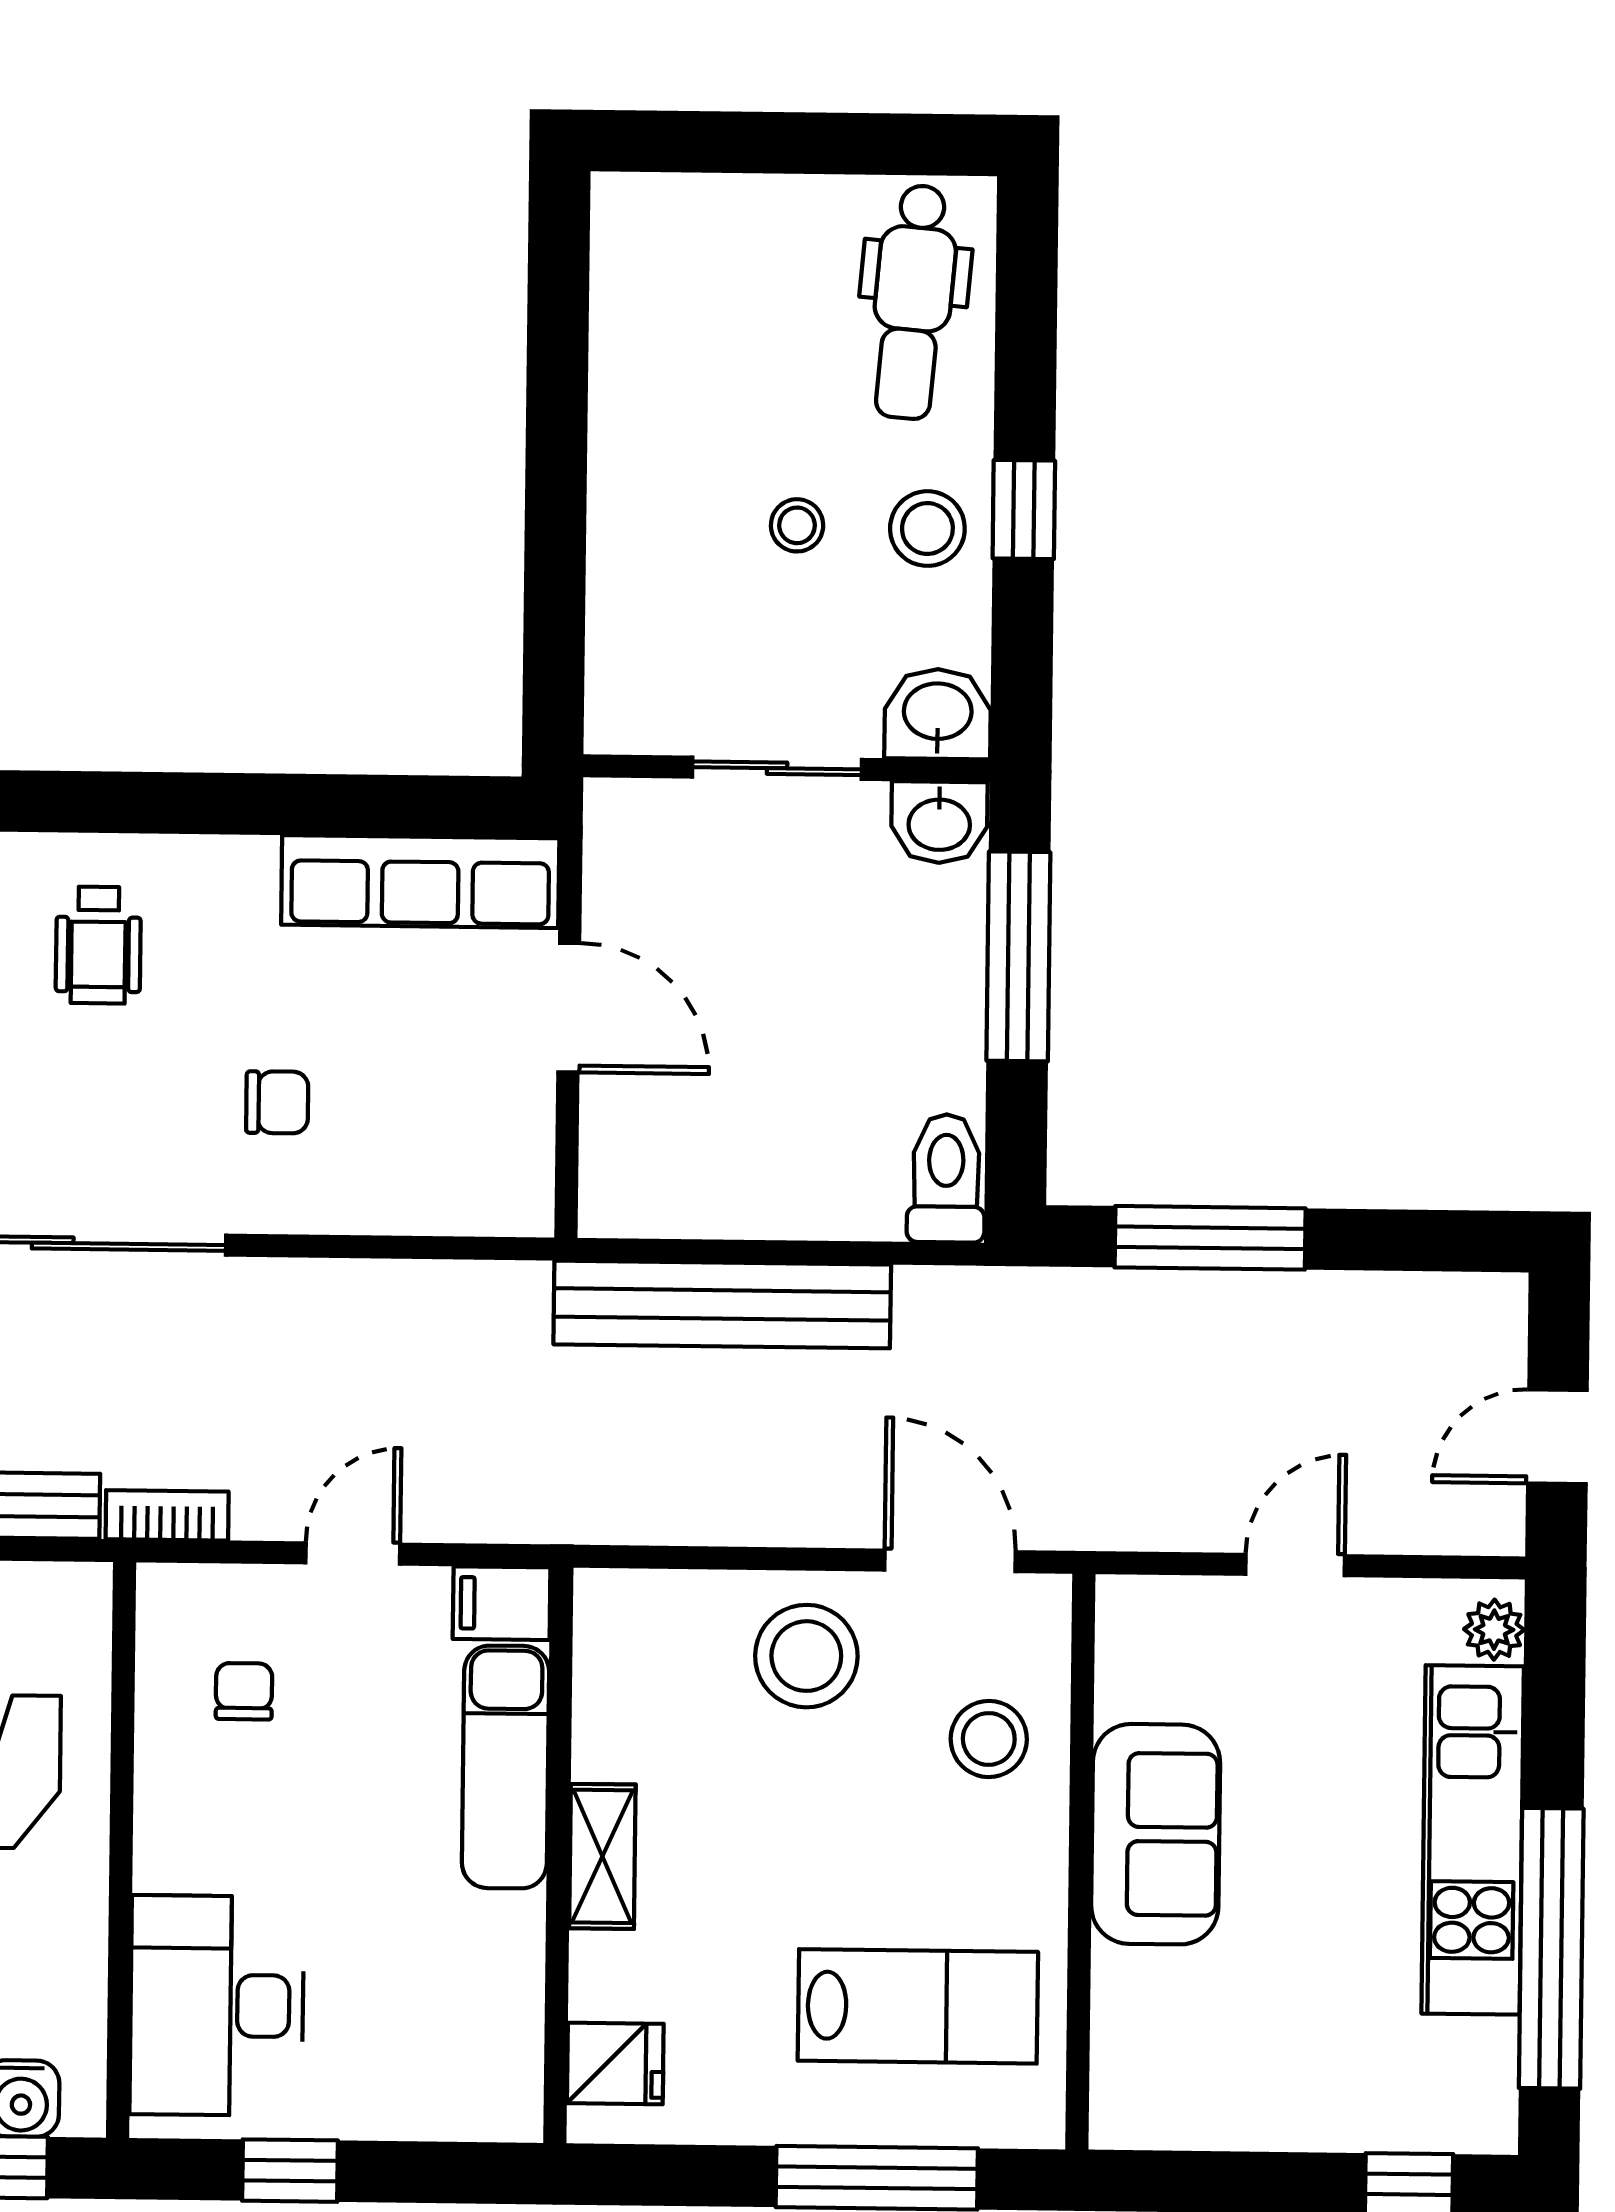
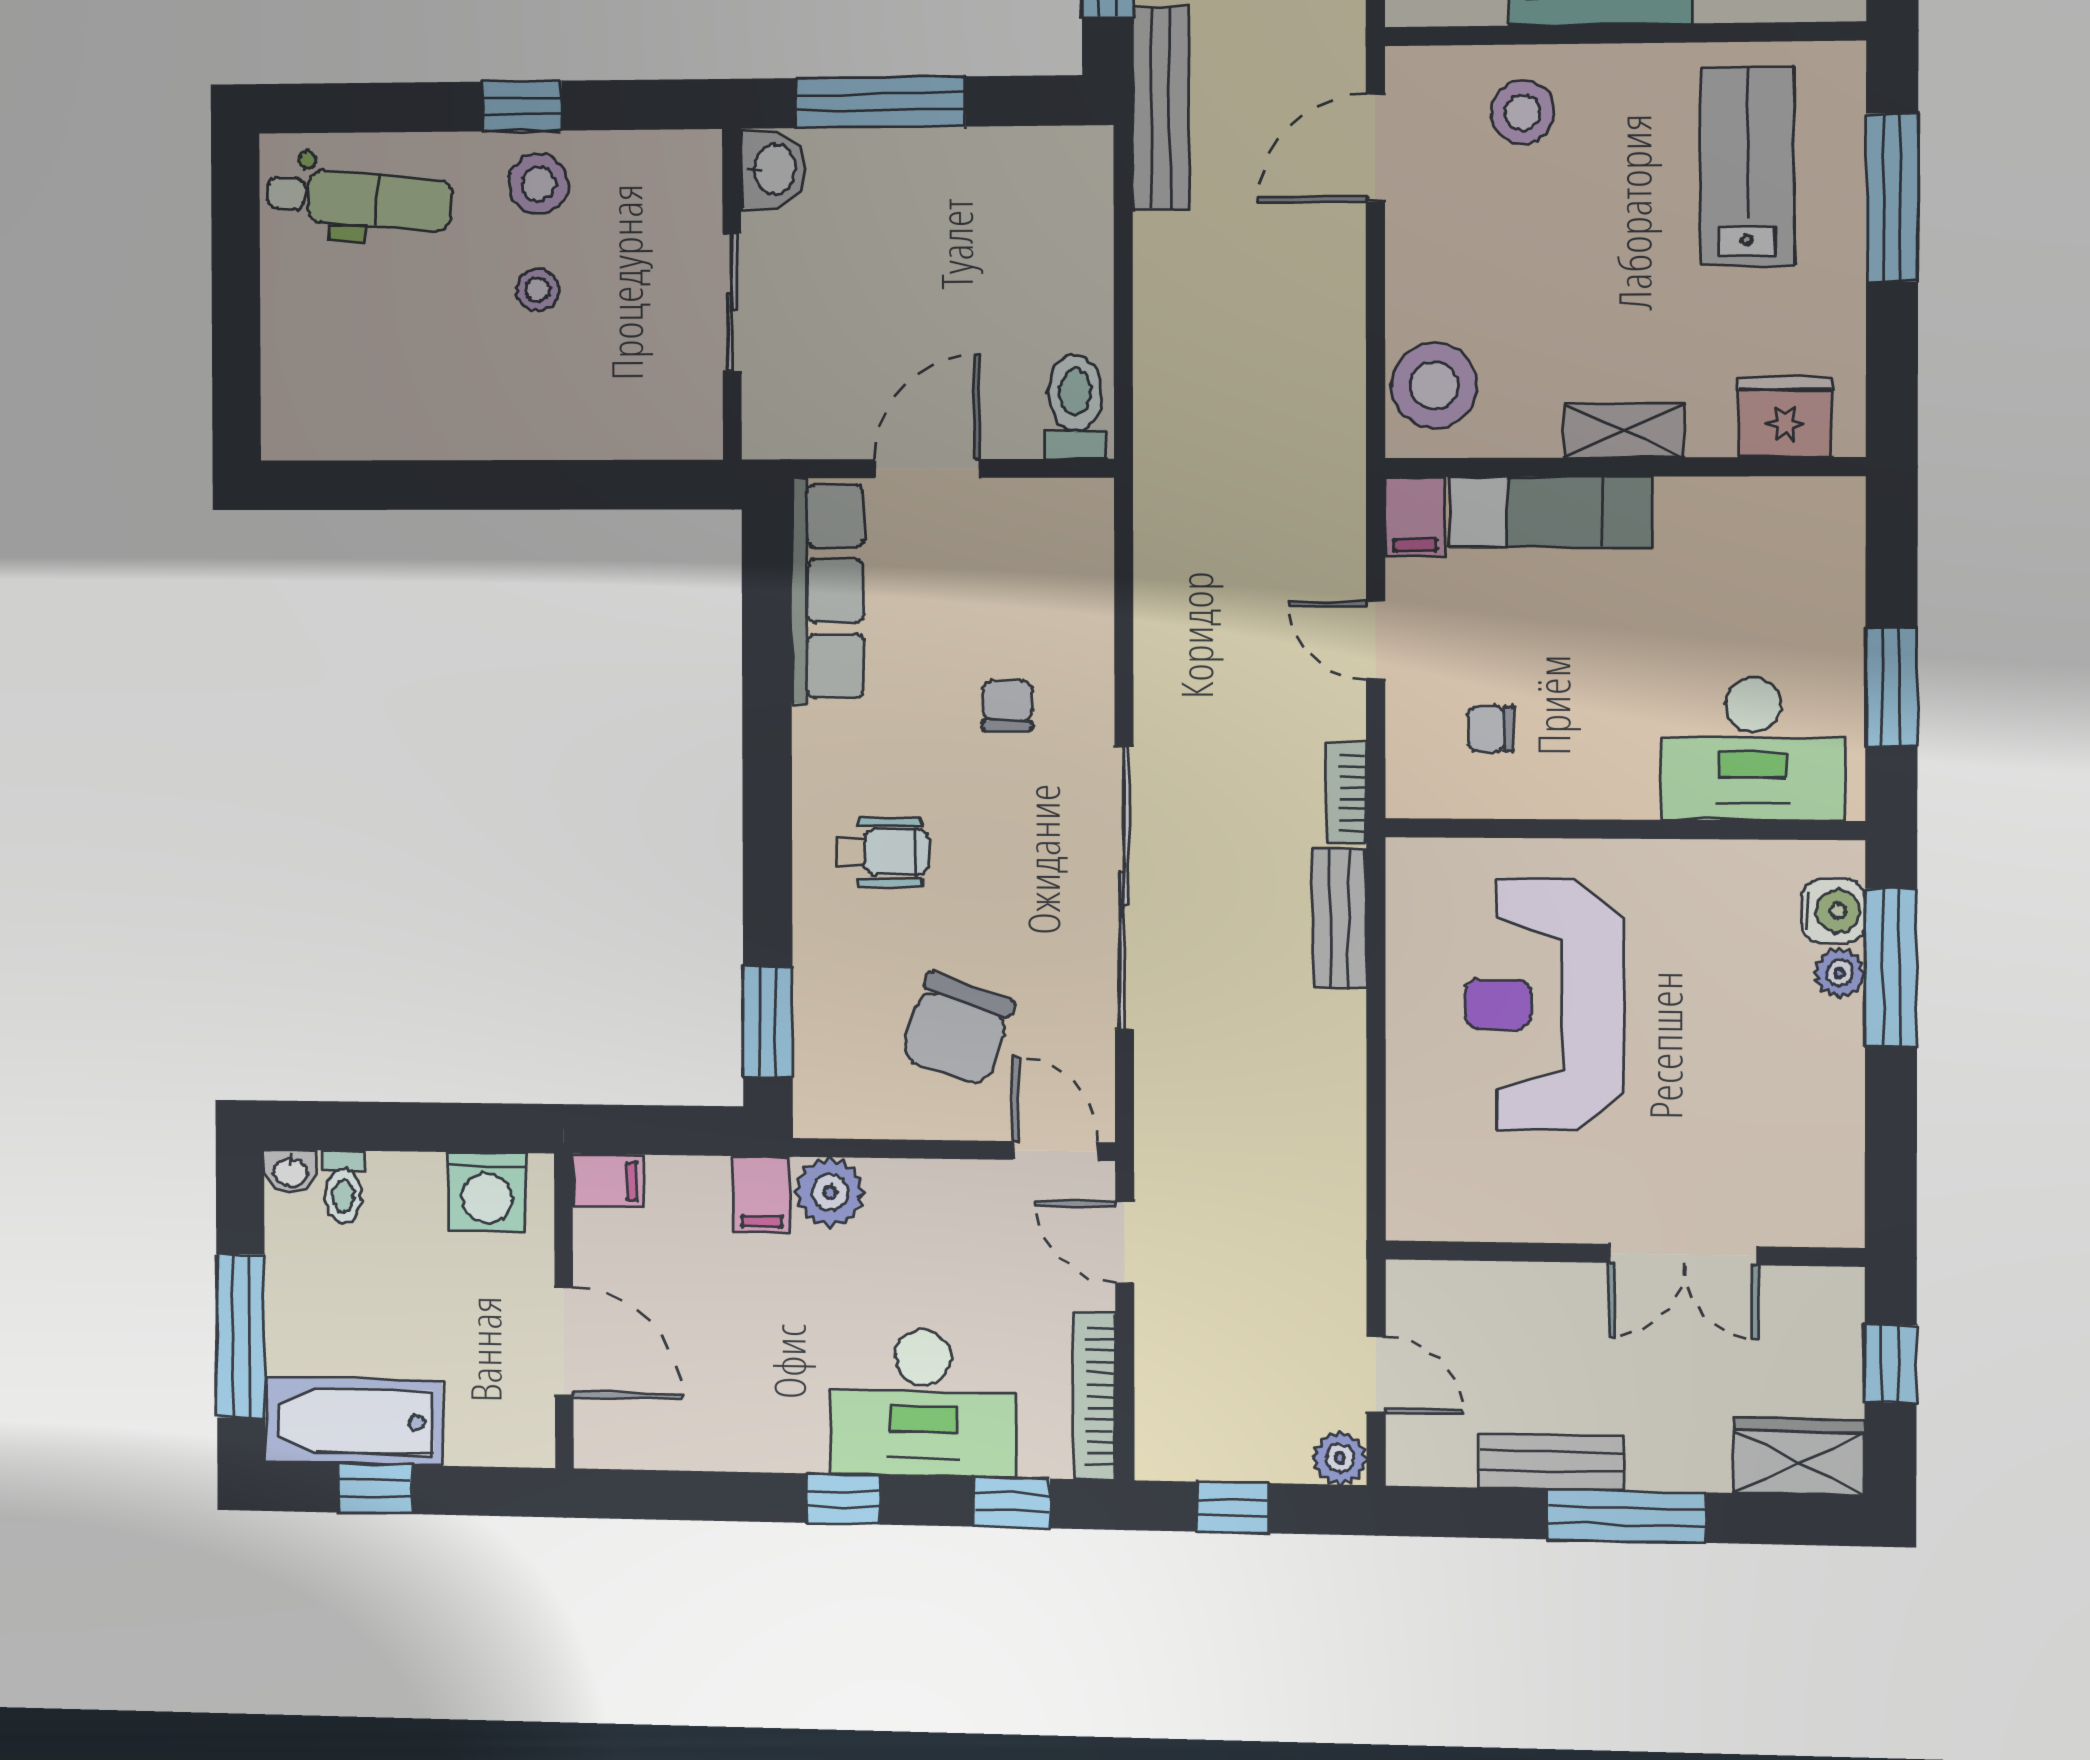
washbasin: (938, 714) -> (686, 172), removed
toilet: (946, 1178) -> (1075, 406), moved, turned 90
bench: (722, 1304) -> (1161, 108), moved, width x0.73, depth x0.82
stool: (806, 1656) -> (1434, 386), moved
fridge: (615, 2063) -> (1785, 417), width x1.38
window: (290, 2171) -> (1891, 687), width x1.50

